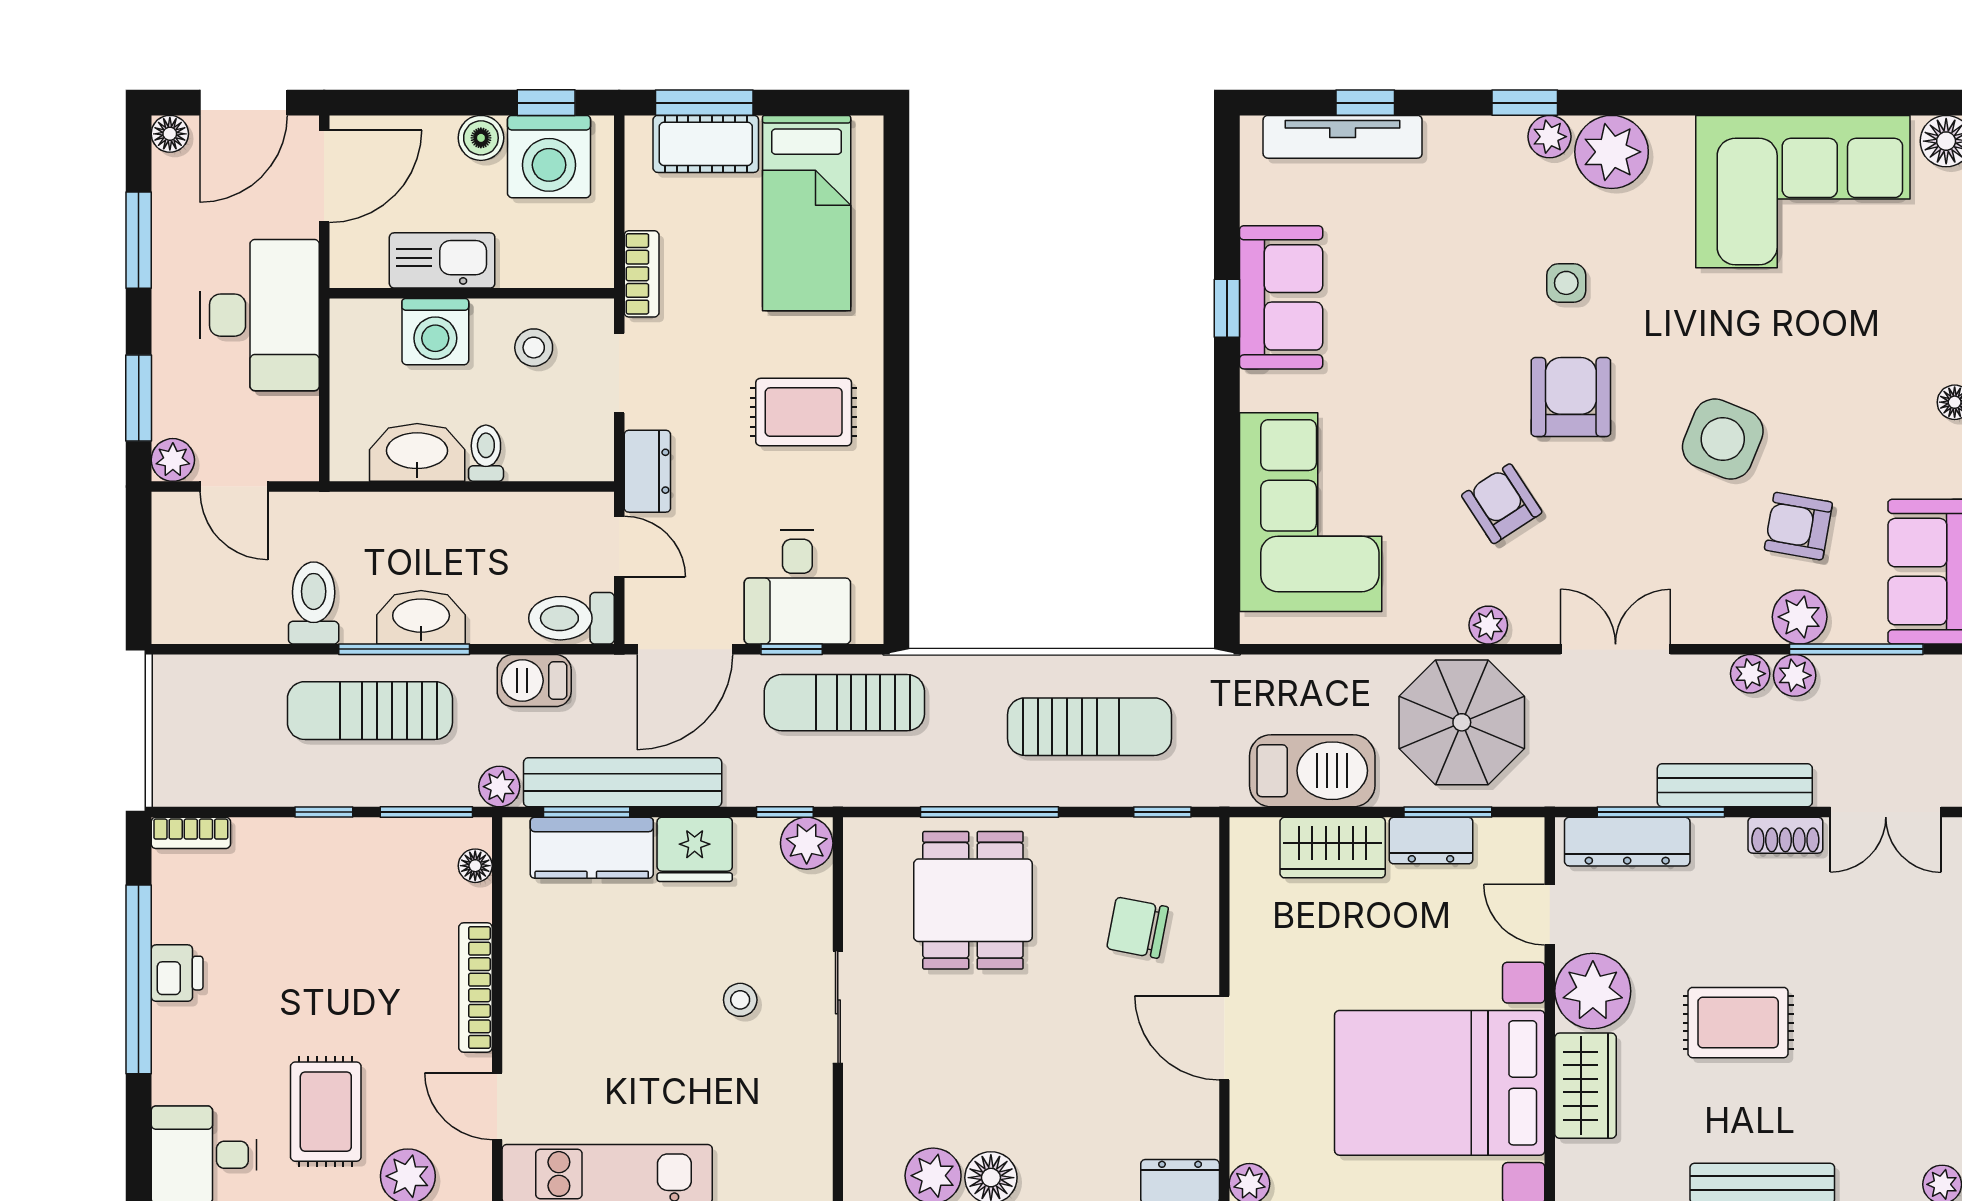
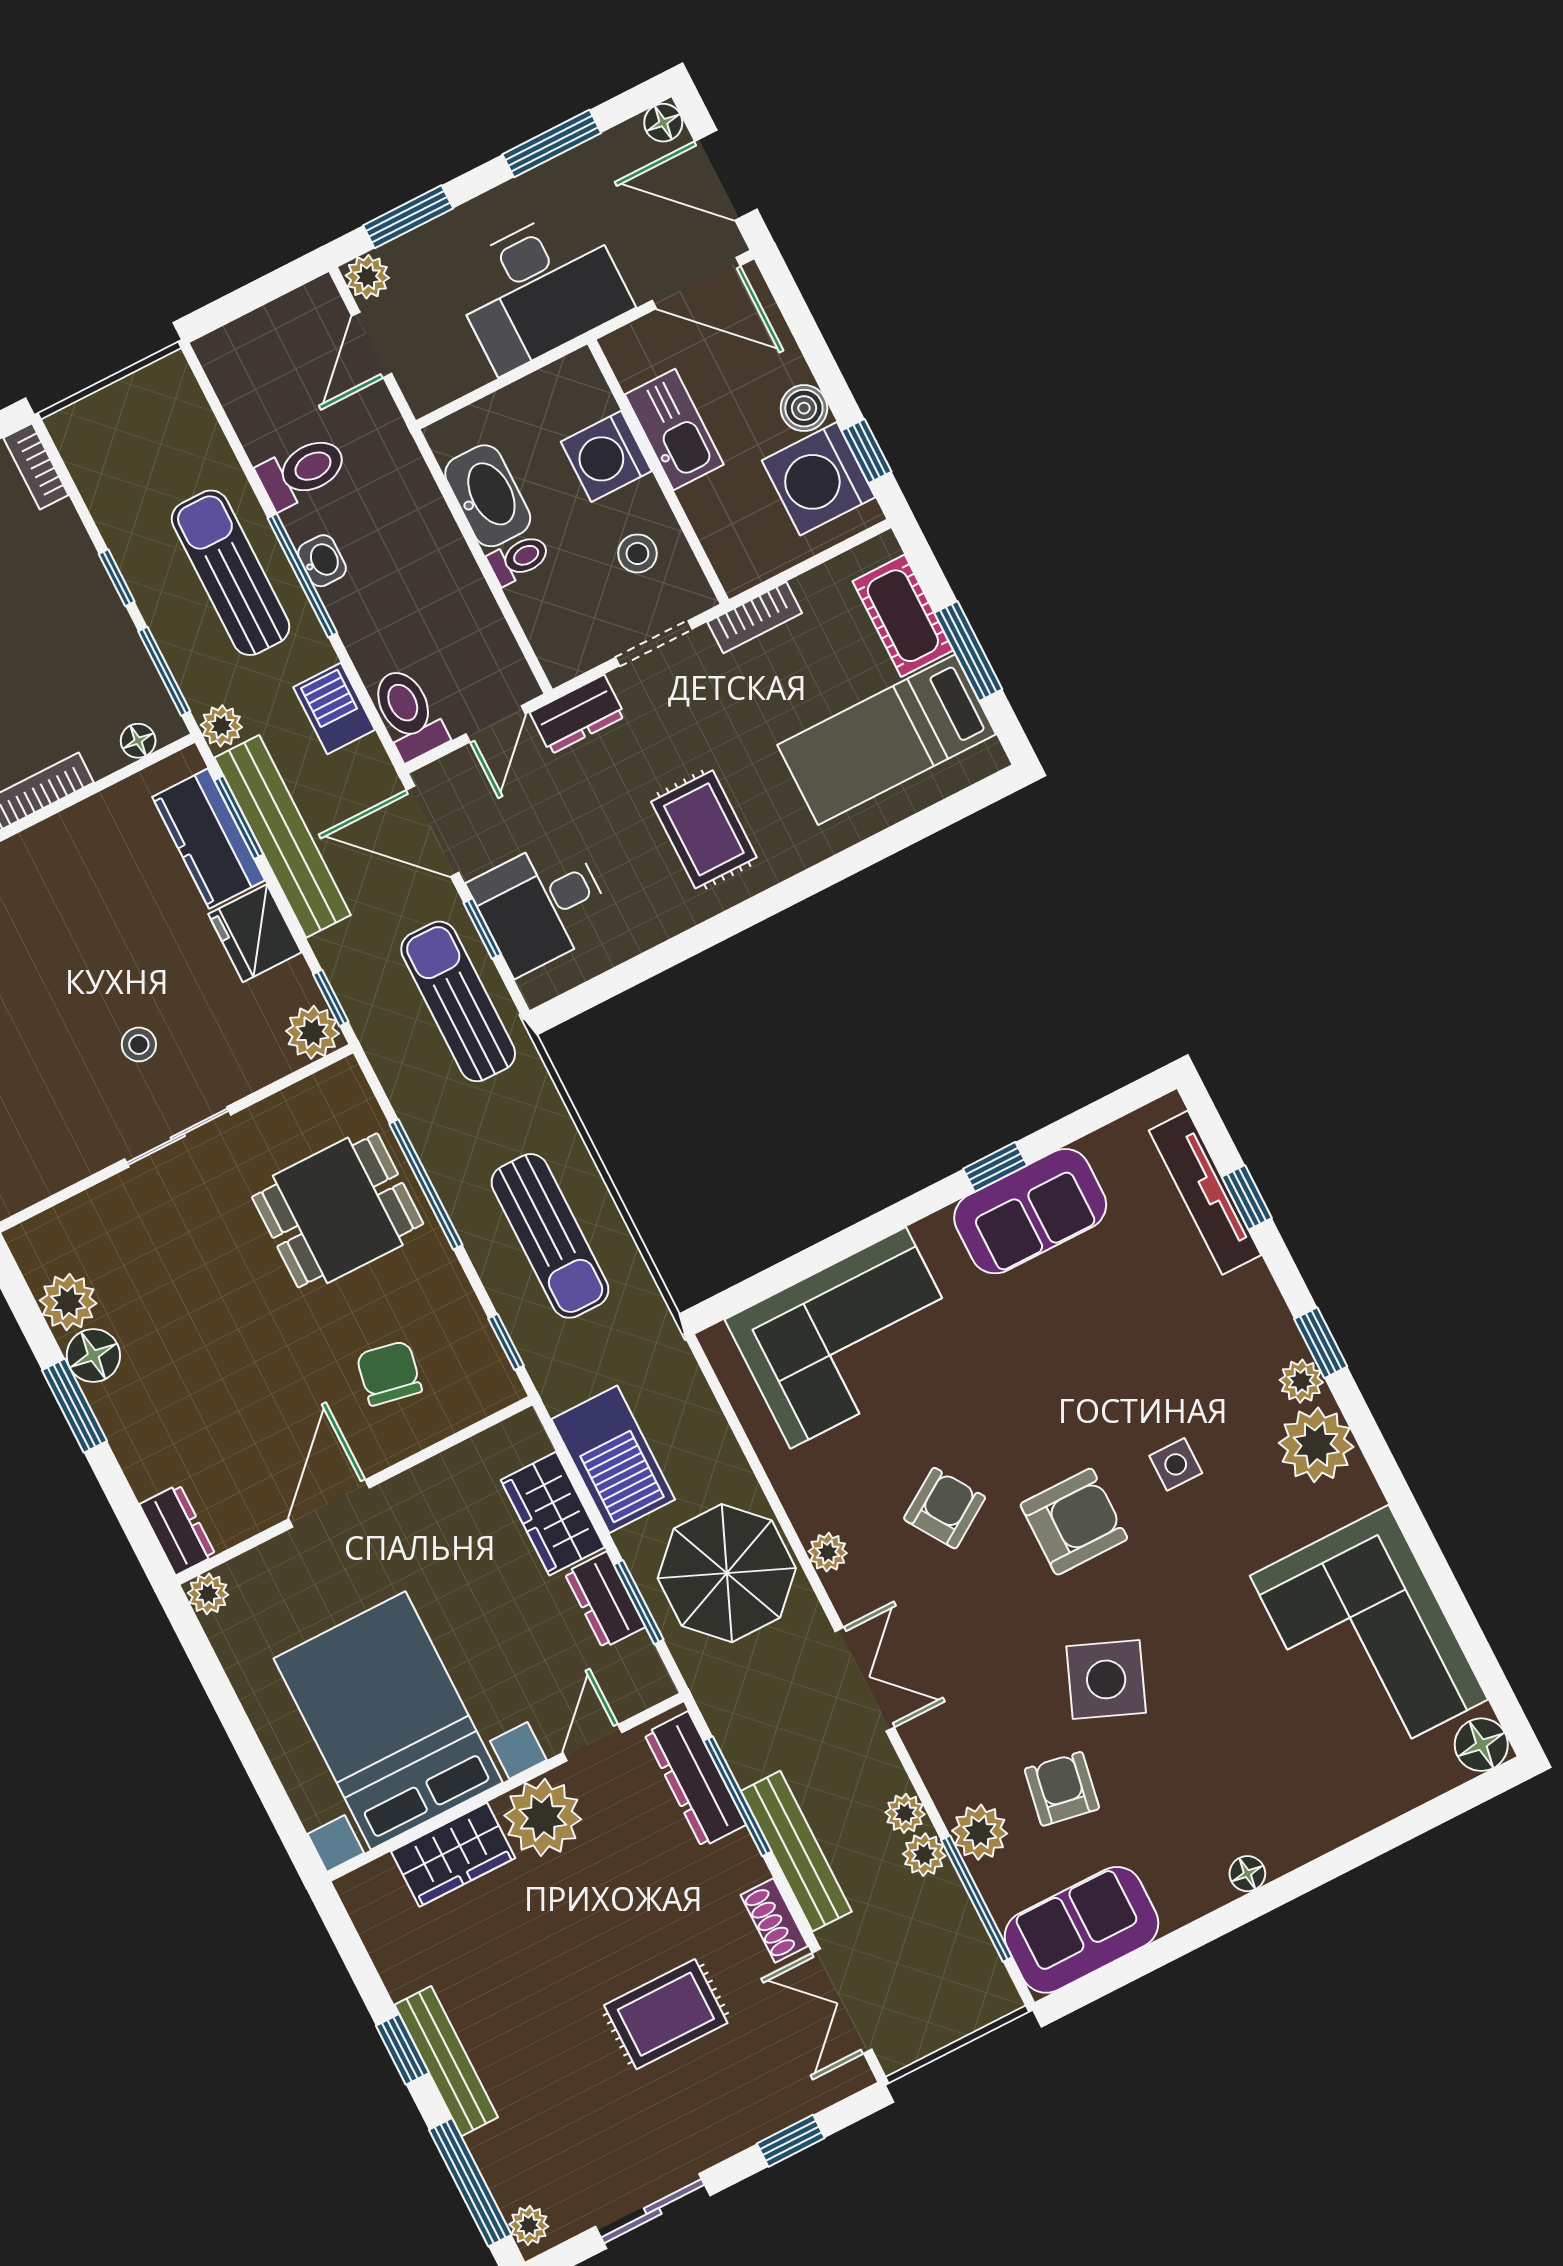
window: (704, 103) -> (968, 651), moved
washbasin: (421, 617) -> (322, 561), width x0.52, depth x0.69
rug: (1738, 1023) -> (666, 2014), moved, turned 90

